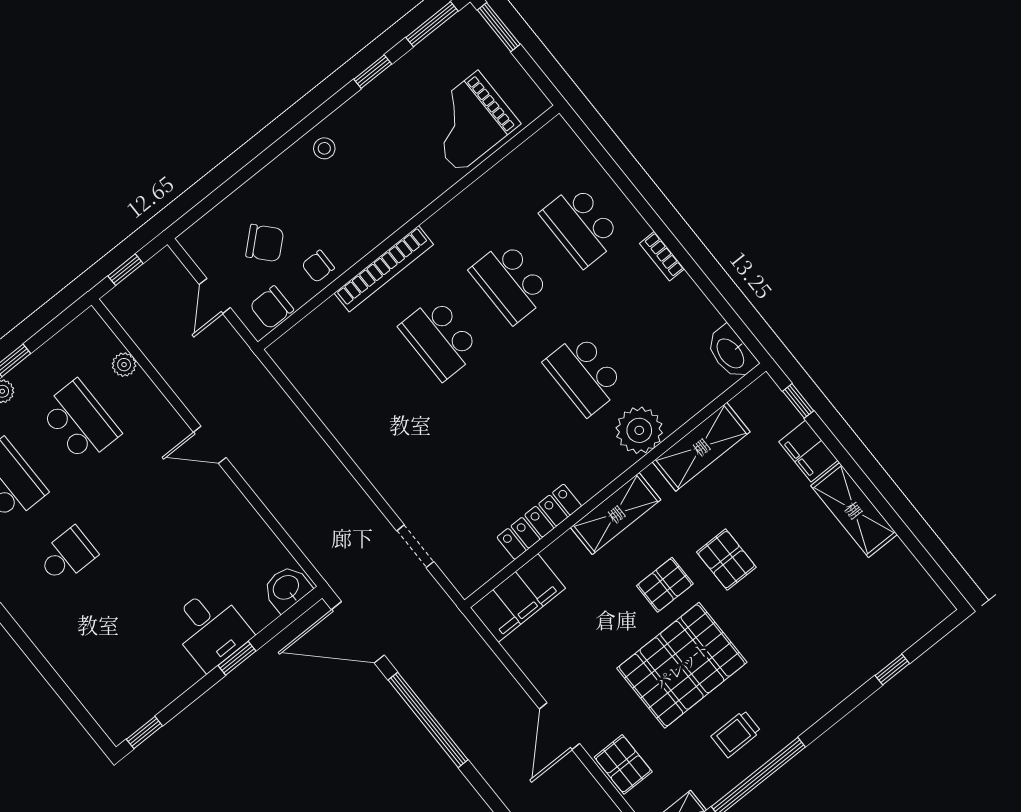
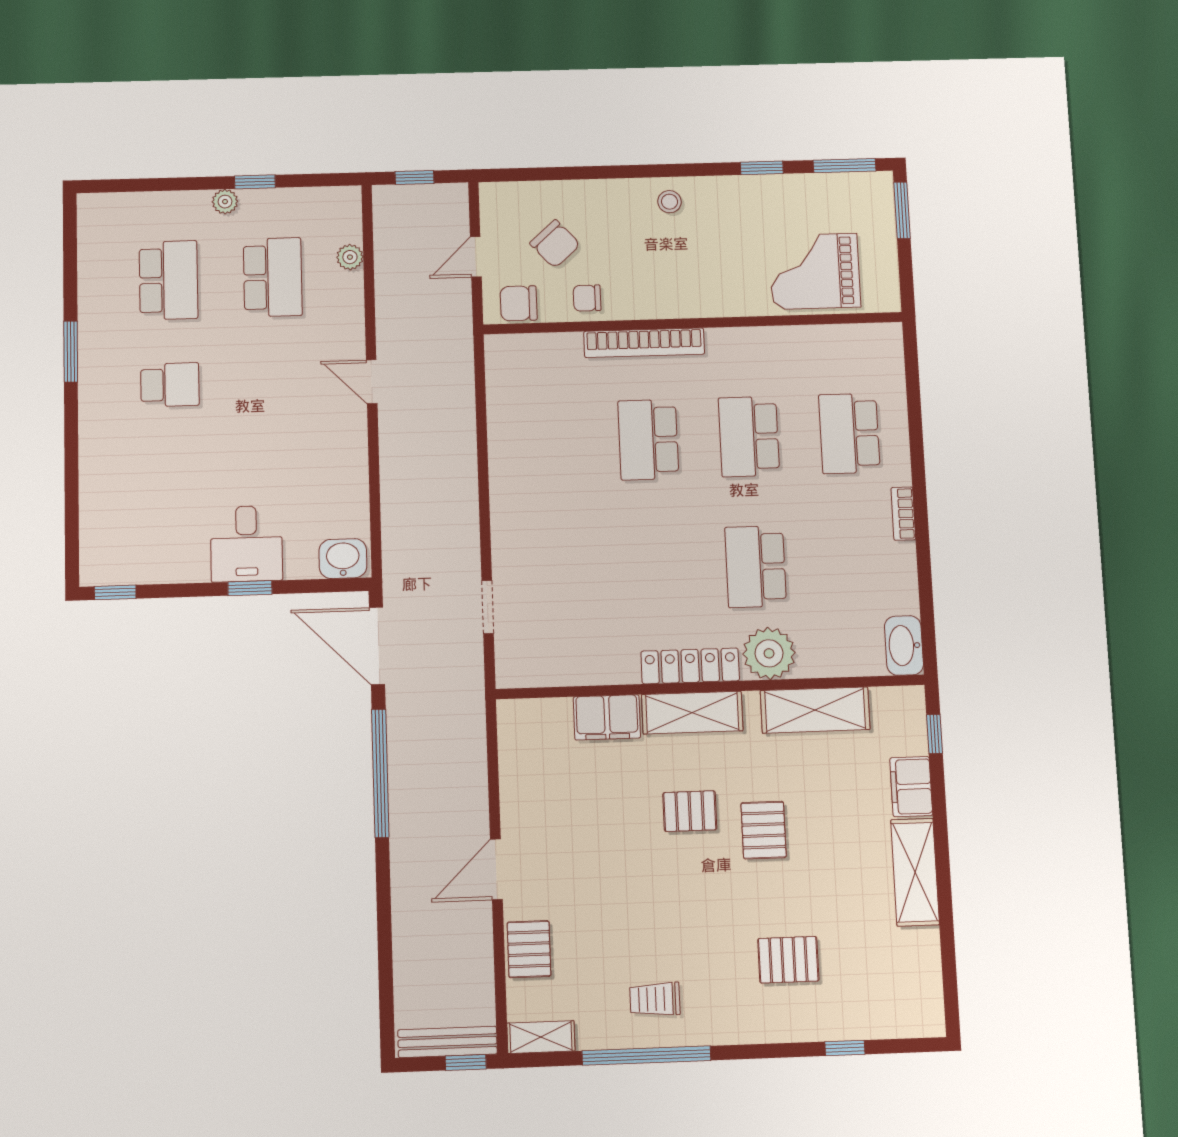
locker: (539, 522) -> (690, 666), moved
filing cabinet: (518, 598) -> (607, 717), moved, width x0.67, depth x0.86
pallet: (682, 665) -> (788, 960), moved, width x0.49, depth x0.50

